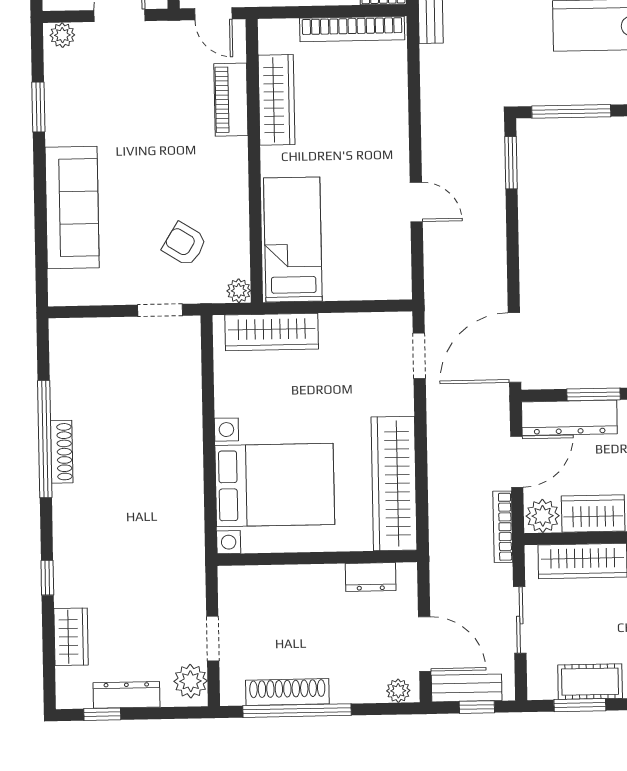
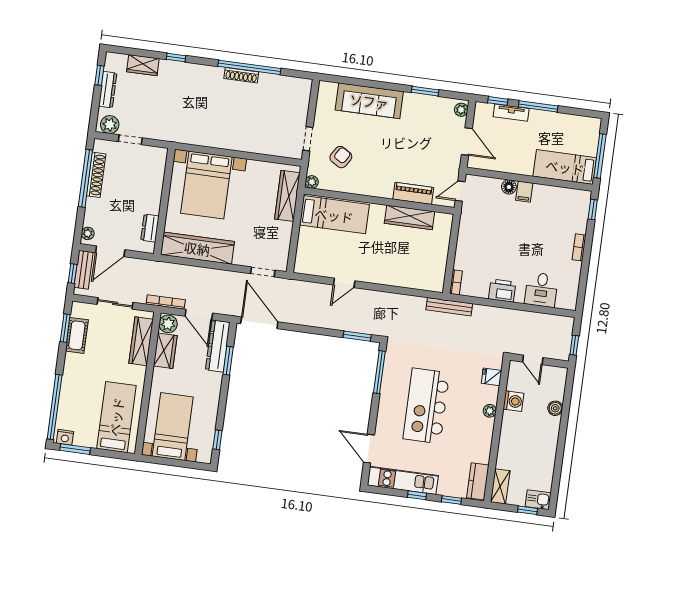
bookcase: (352, 29) -> (441, 263), removed

